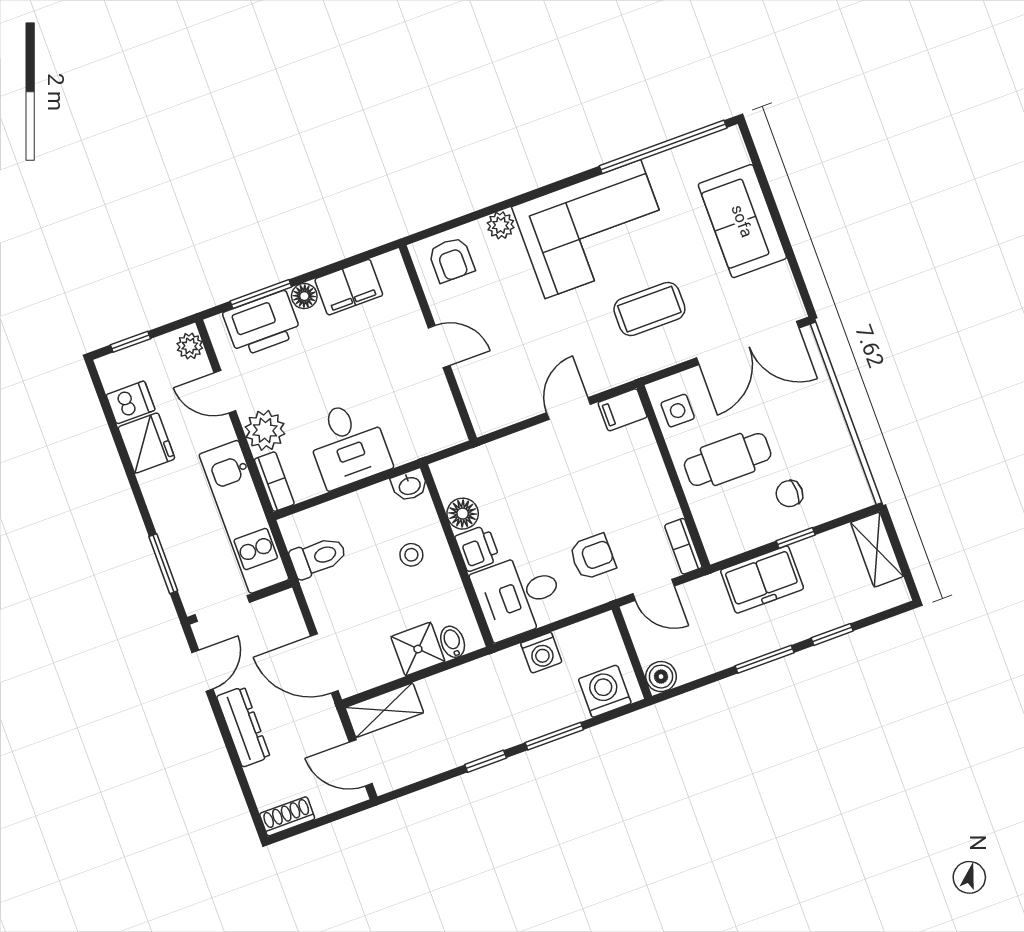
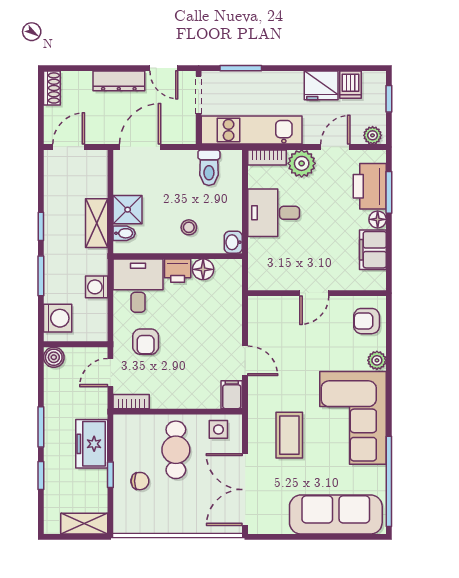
sofa: (742, 221) -> (336, 514), width x1.36
chair: (789, 494) -> (140, 481), turned 90
shelving: (384, 710) -> (97, 223), moved

